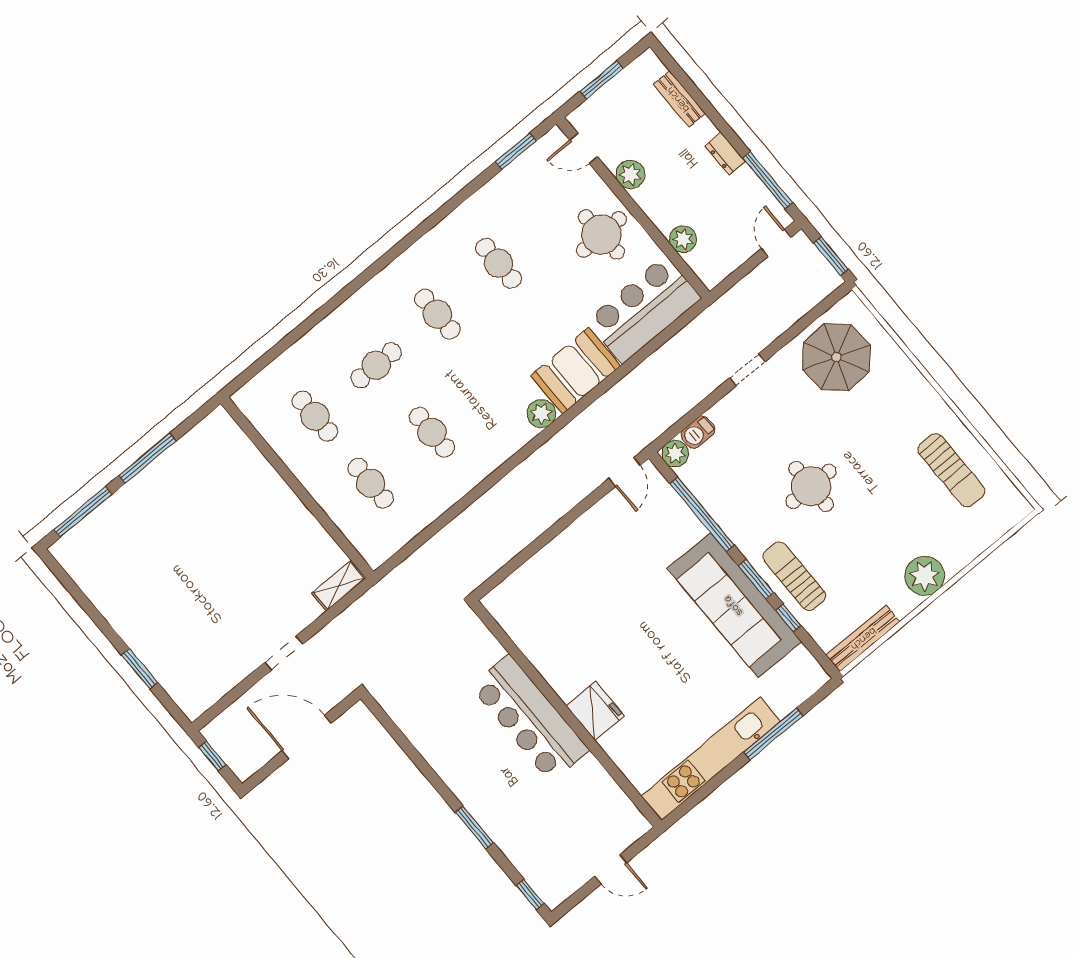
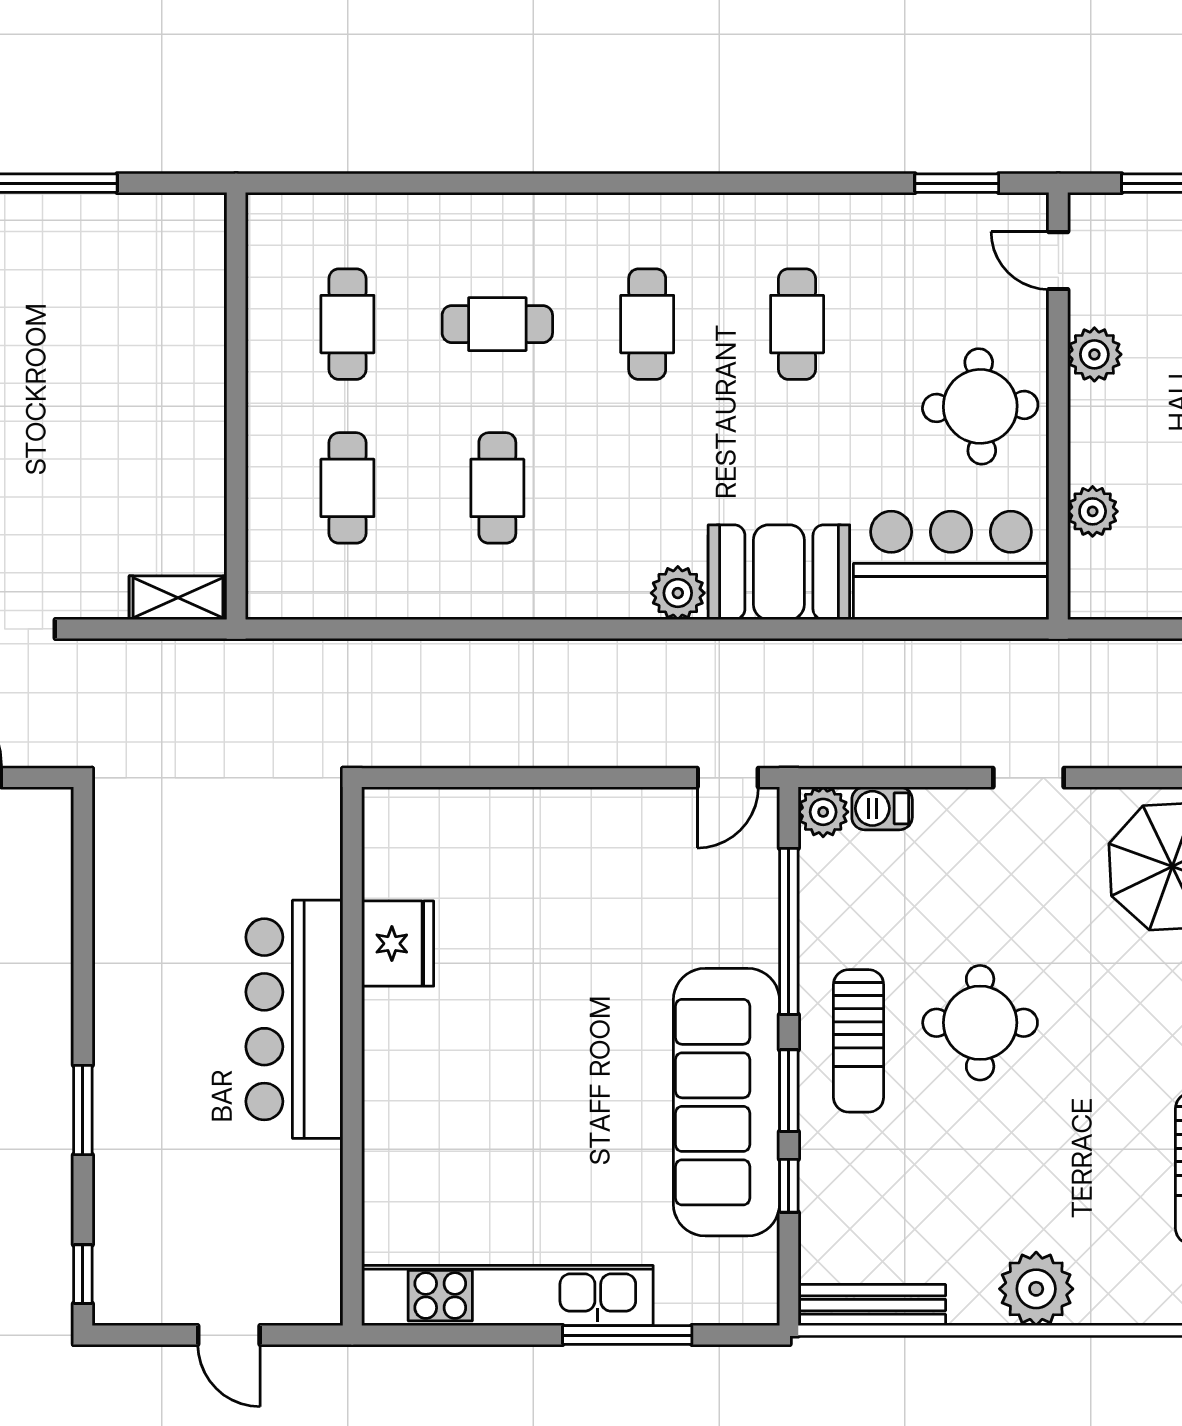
sun lounger: (794, 576) -> (859, 1041), moved, turned 180
fridge: (595, 711) -> (398, 944), moved

